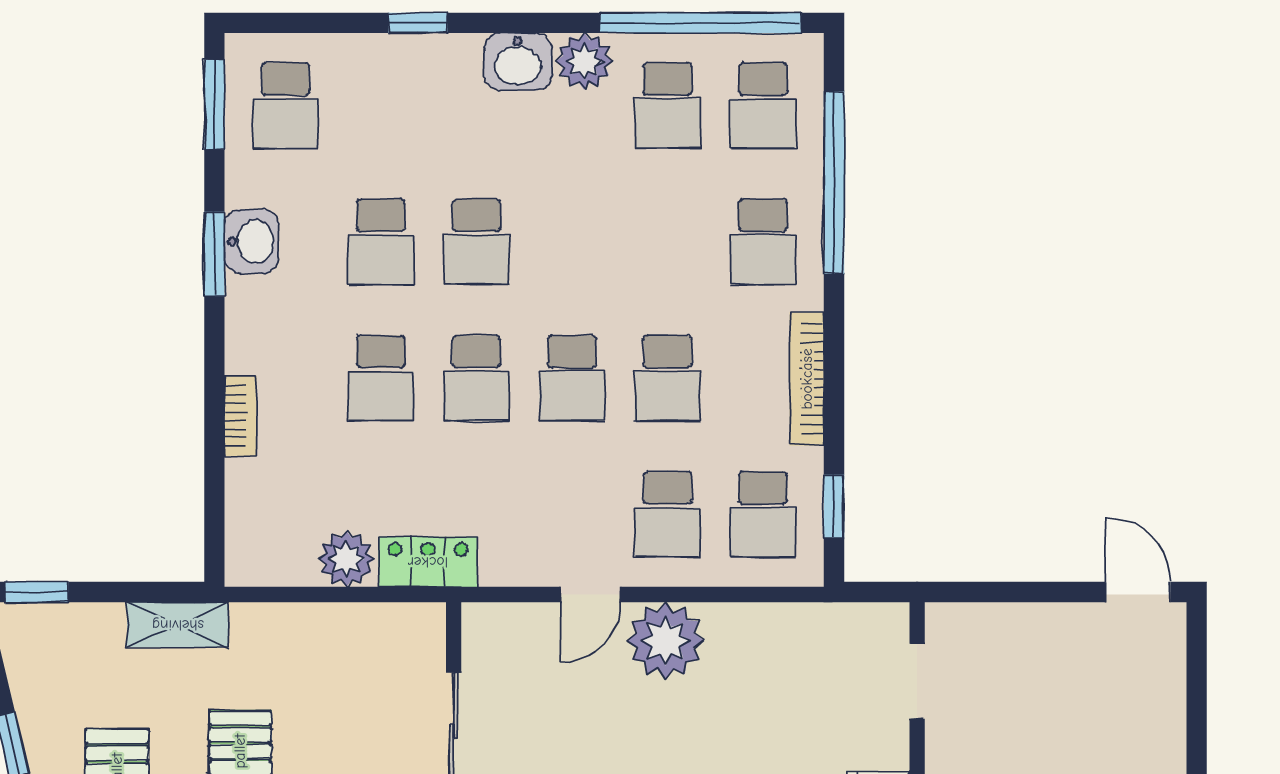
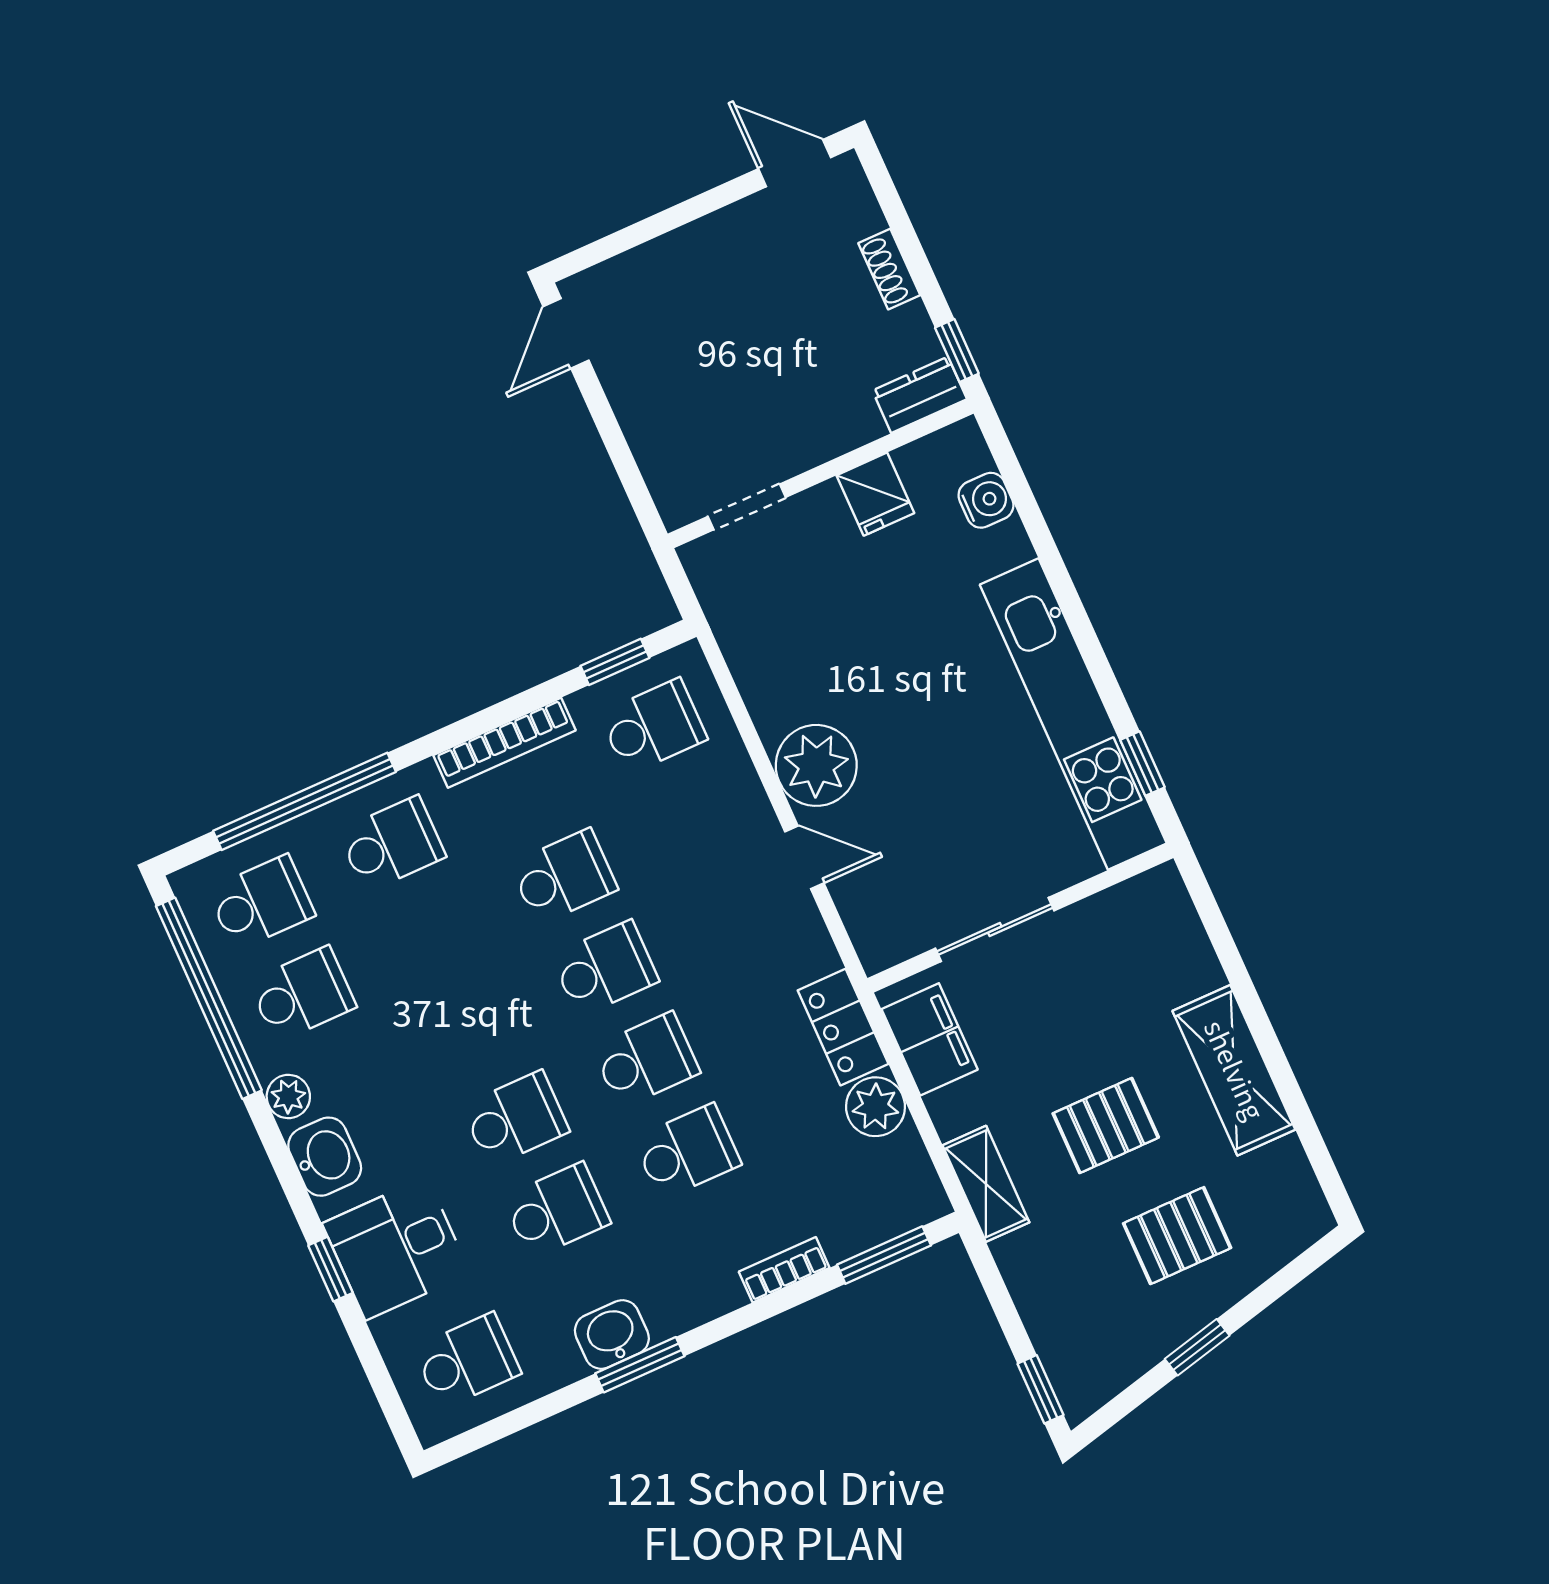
plant: (584, 61) -> (288, 1096), width x0.73, depth x0.73
desk: (410, 88) -> (396, 1248), added
window: (214, 105) -> (884, 1255), moved
school desk: (667, 514) -> (694, 818), removed
shelving: (178, 625) -> (986, 1184), moved
filing cabinet: (384, 632) -> (930, 1039), added

